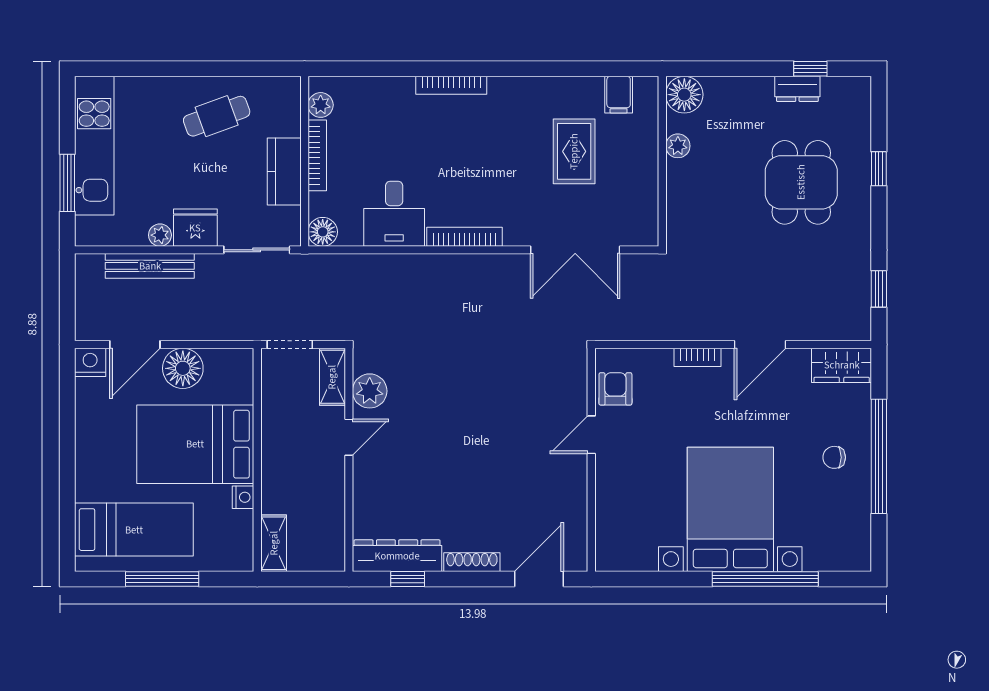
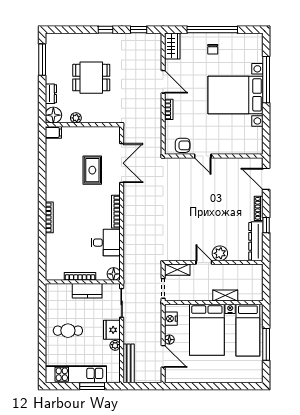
window: (810, 69) -> (42, 60), width x2.17
dresser: (797, 89) -> (51, 94), moved
filing cabinet: (619, 95) -> (53, 132), moved
plant: (321, 105) -> (58, 275), removed
cafe table: (217, 116) -> (68, 331), moved, turned -70
rug: (574, 151) -> (92, 170), moved, turned 90
window: (879, 169) -> (105, 30), moved
dining table: (801, 182) -> (91, 78), moved
bench: (150, 266) -> (129, 363), moved
nightstand: (90, 362) -> (171, 319), moved
floor lamp: (183, 368) -> (169, 340), width x0.53, depth x0.53
armchair: (615, 389) -> (183, 145), turned 180
plant: (370, 391) -> (220, 253), moved
bed: (134, 530) -> (248, 330), moved, turned 180
shelving: (274, 543) -> (225, 295), moved
window: (408, 579) -> (266, 225), moved

